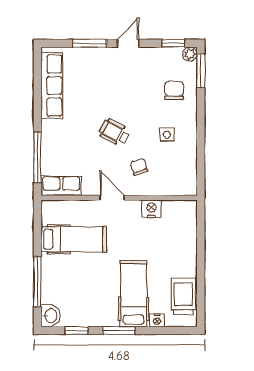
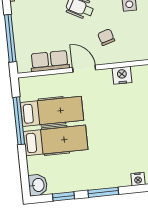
row of seats: (61, 186) -> (50, 61), moved
window: (37, 282) -> (19, 121), moved
hospital bed: (134, 294) -> (56, 140), moved, turned 90

